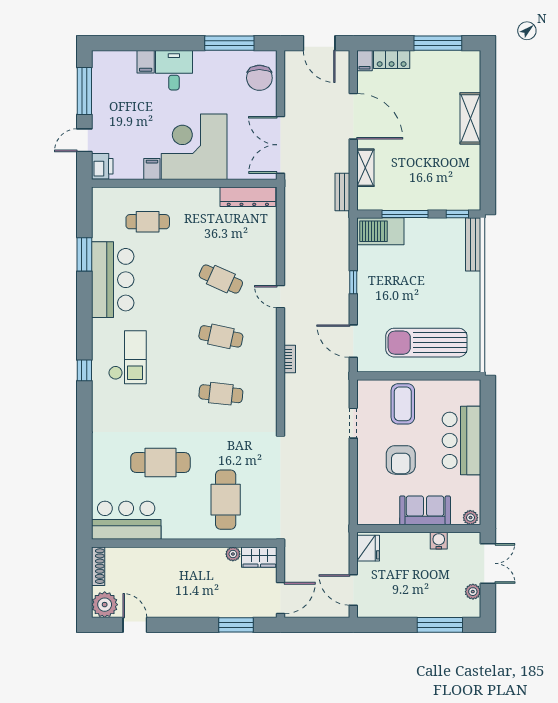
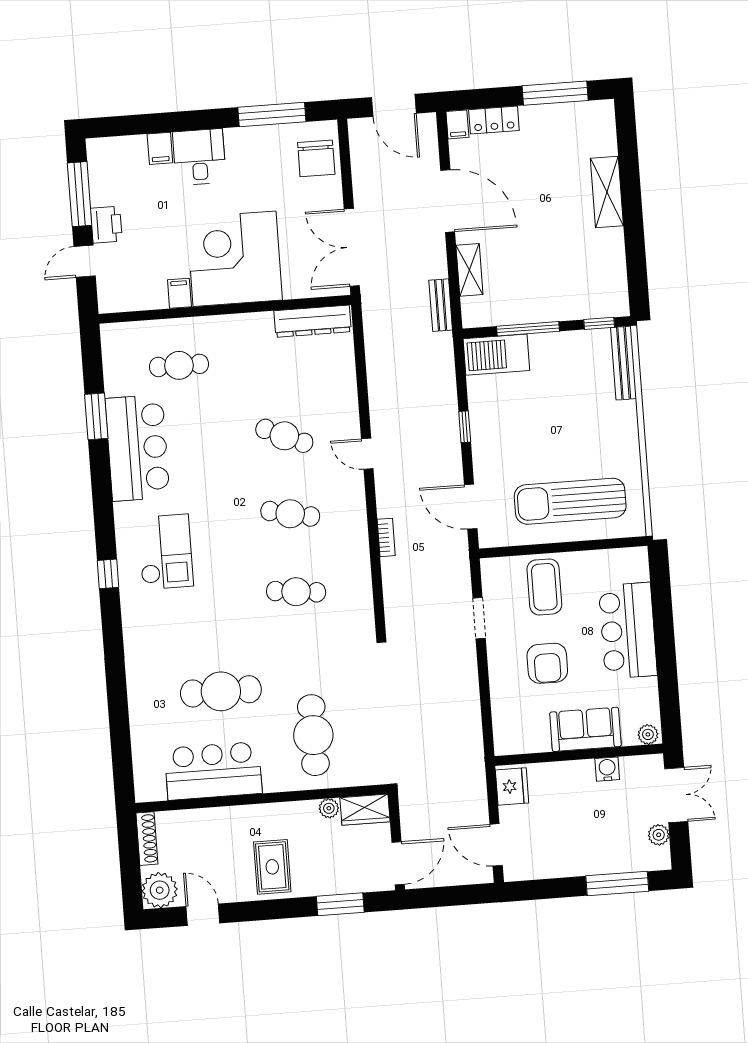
printer: (102, 166) -> (106, 225), moved
bar counter: (126, 520) -> (213, 771), moved
rug: (188, 594) -> (272, 867), added

